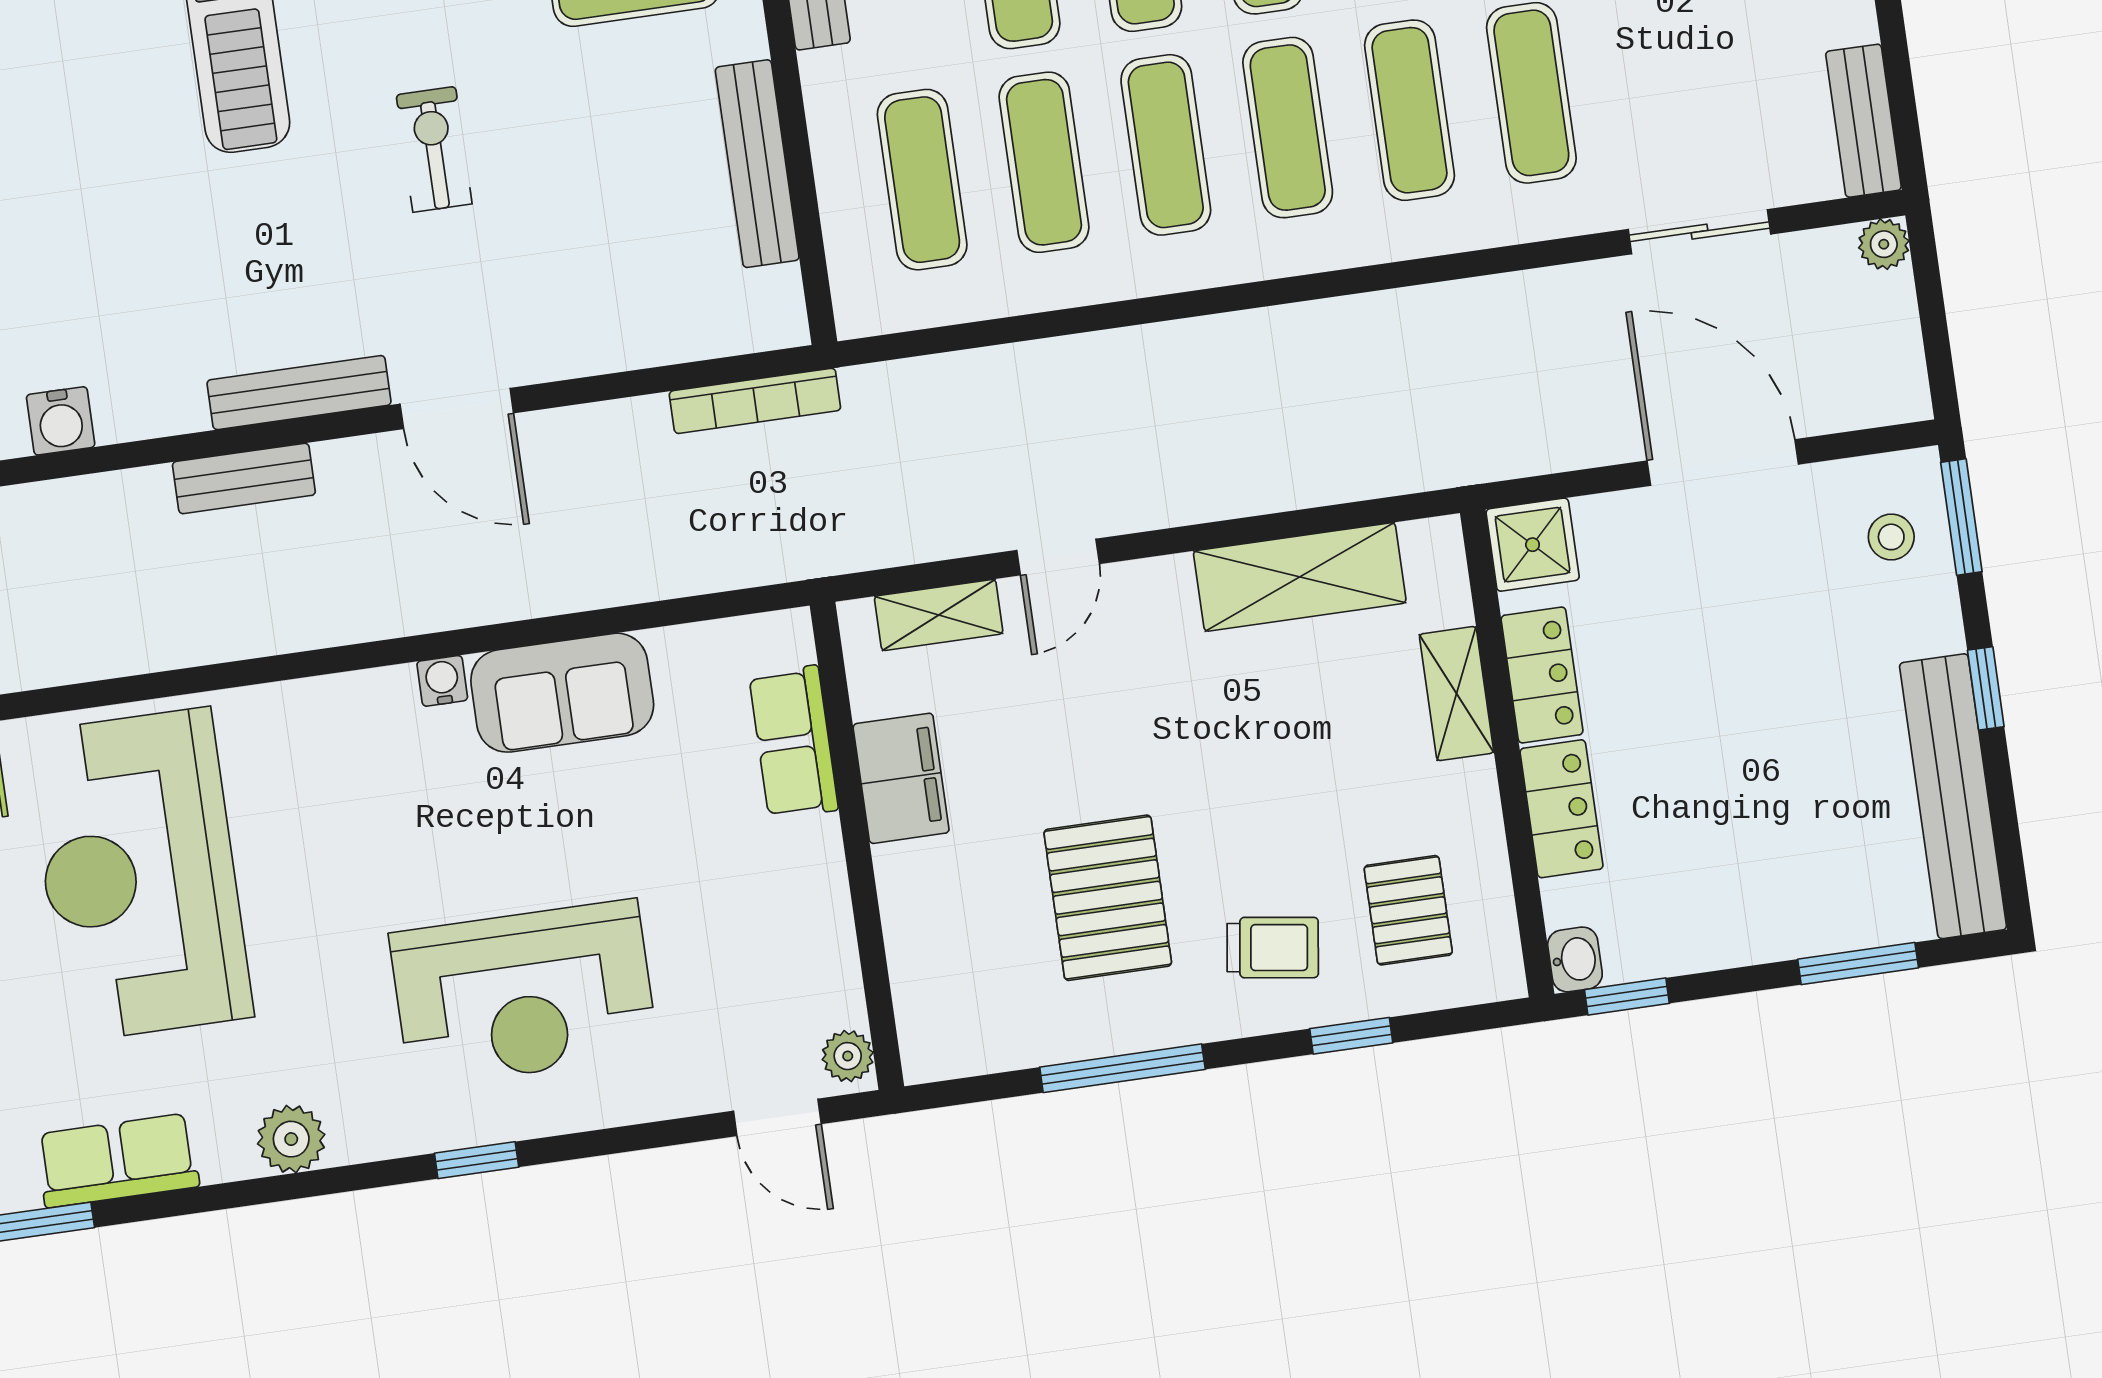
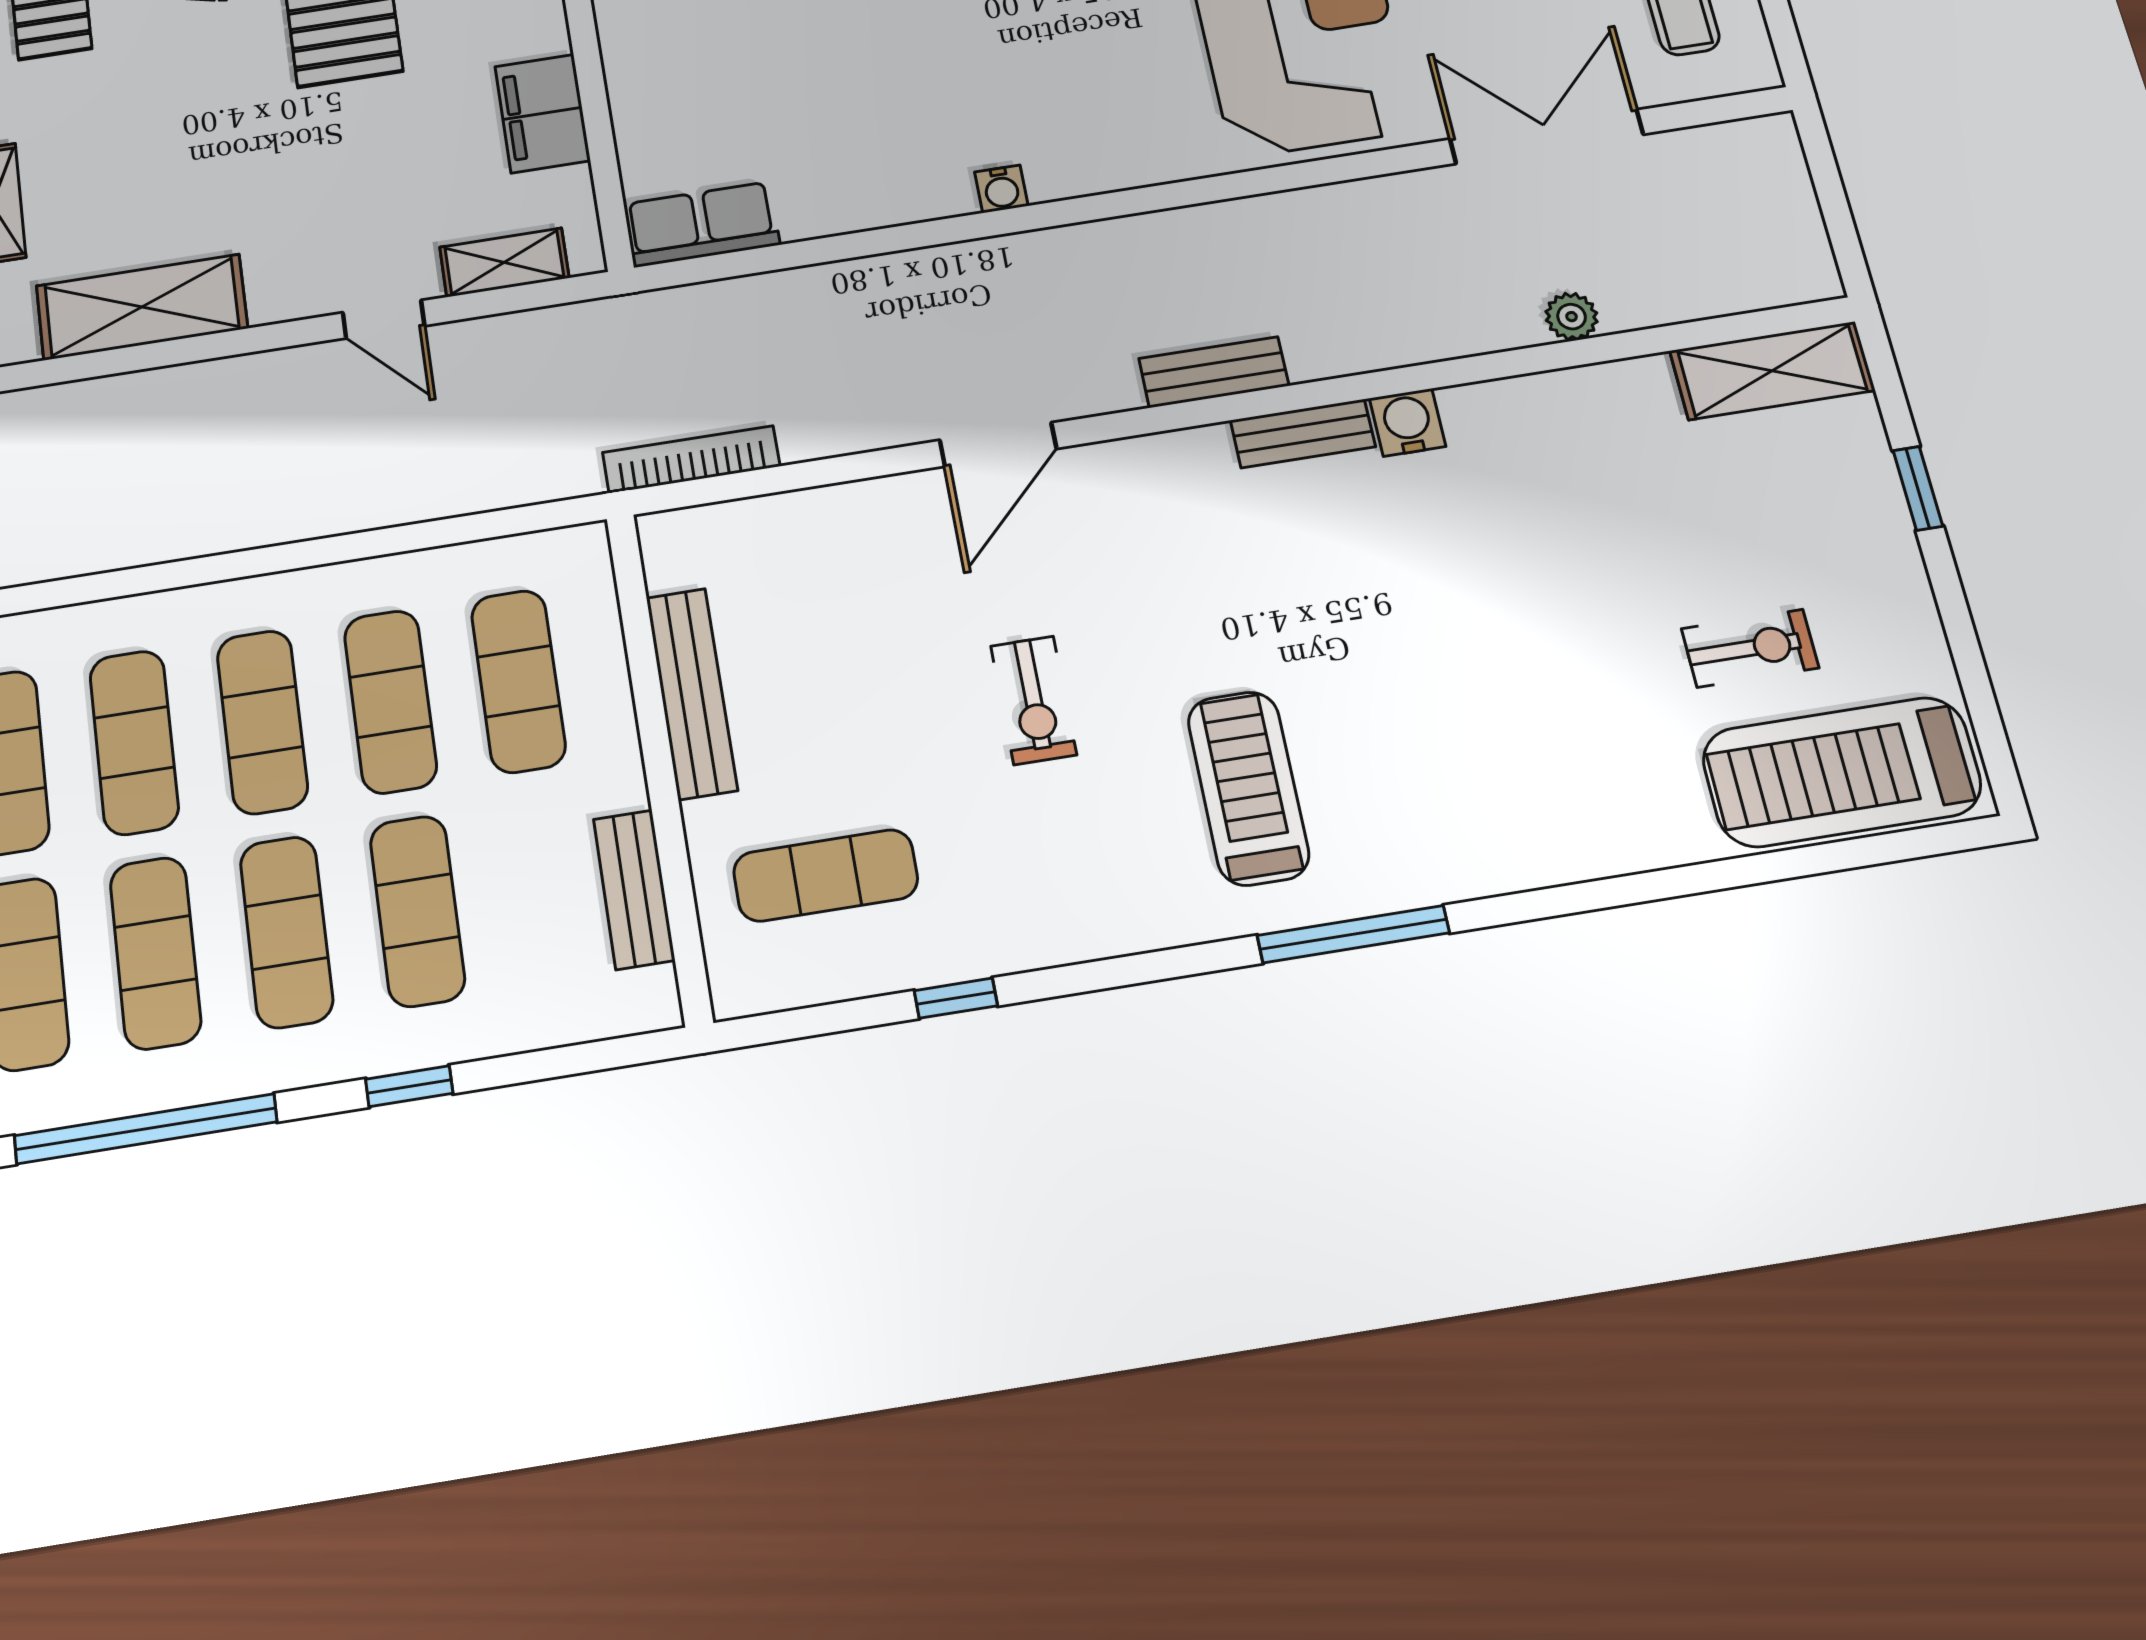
bench: (299, 393) -> (1303, 434), moved, width x0.73
door: (457, 409) -> (998, 444), swing flipped
door: (1058, 557) -> (384, 319), swing flipped
sofa: (562, 693) -> (881, 181), removed
row of seats: (794, 742) -> (702, 224), moved, turned -90

